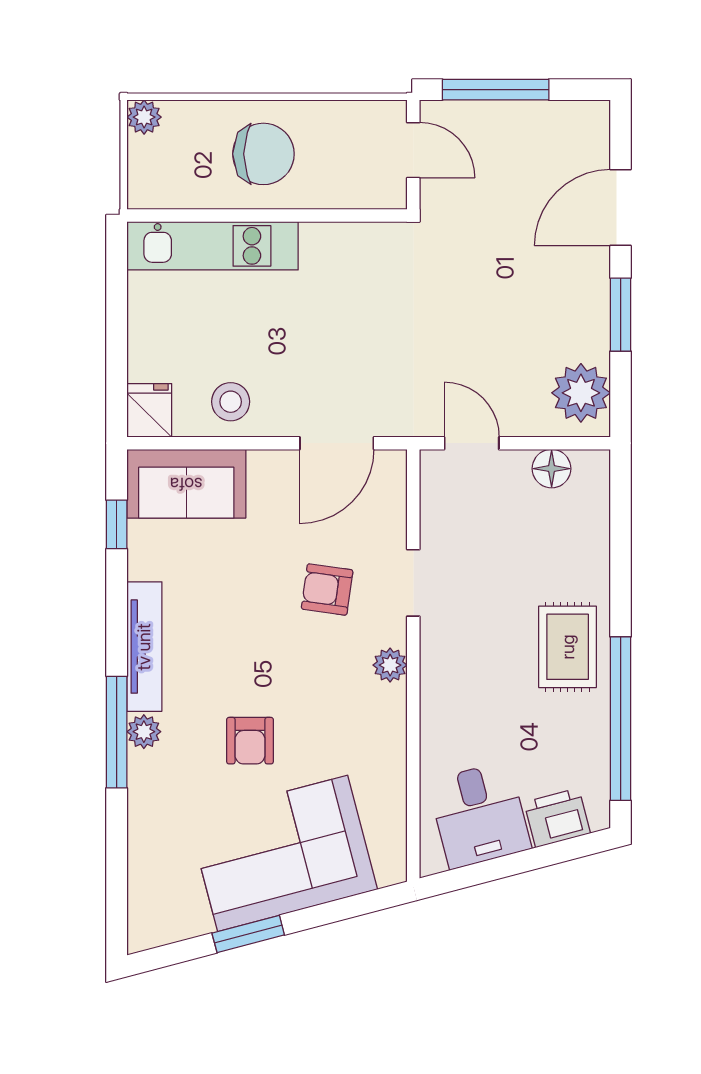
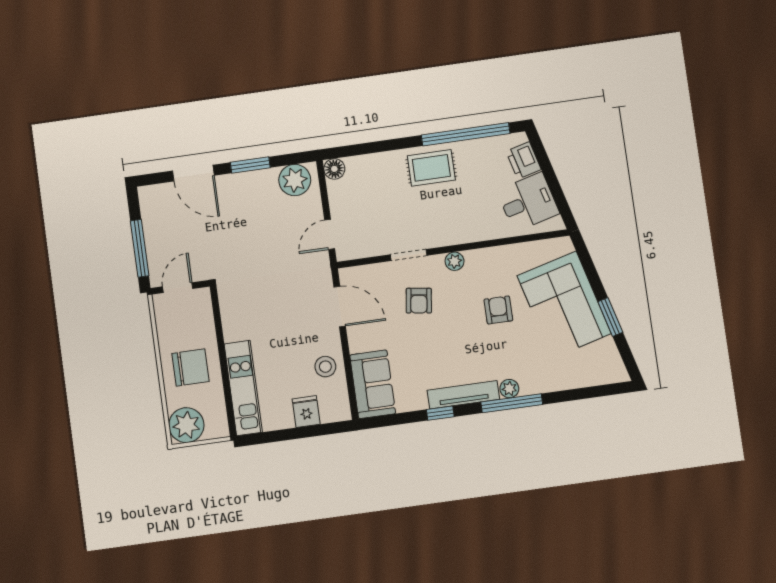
plant: (144, 117) -> (186, 425), width x1.88, depth x1.88
chair: (263, 154) -> (190, 368), turned 90
fridge: (149, 410) -> (306, 412), moved, turned 90
floor lamp: (552, 469) -> (334, 169), moved
window: (117, 524) -> (440, 413), moved
armchair: (250, 741) -> (498, 310), moved, turned -90

